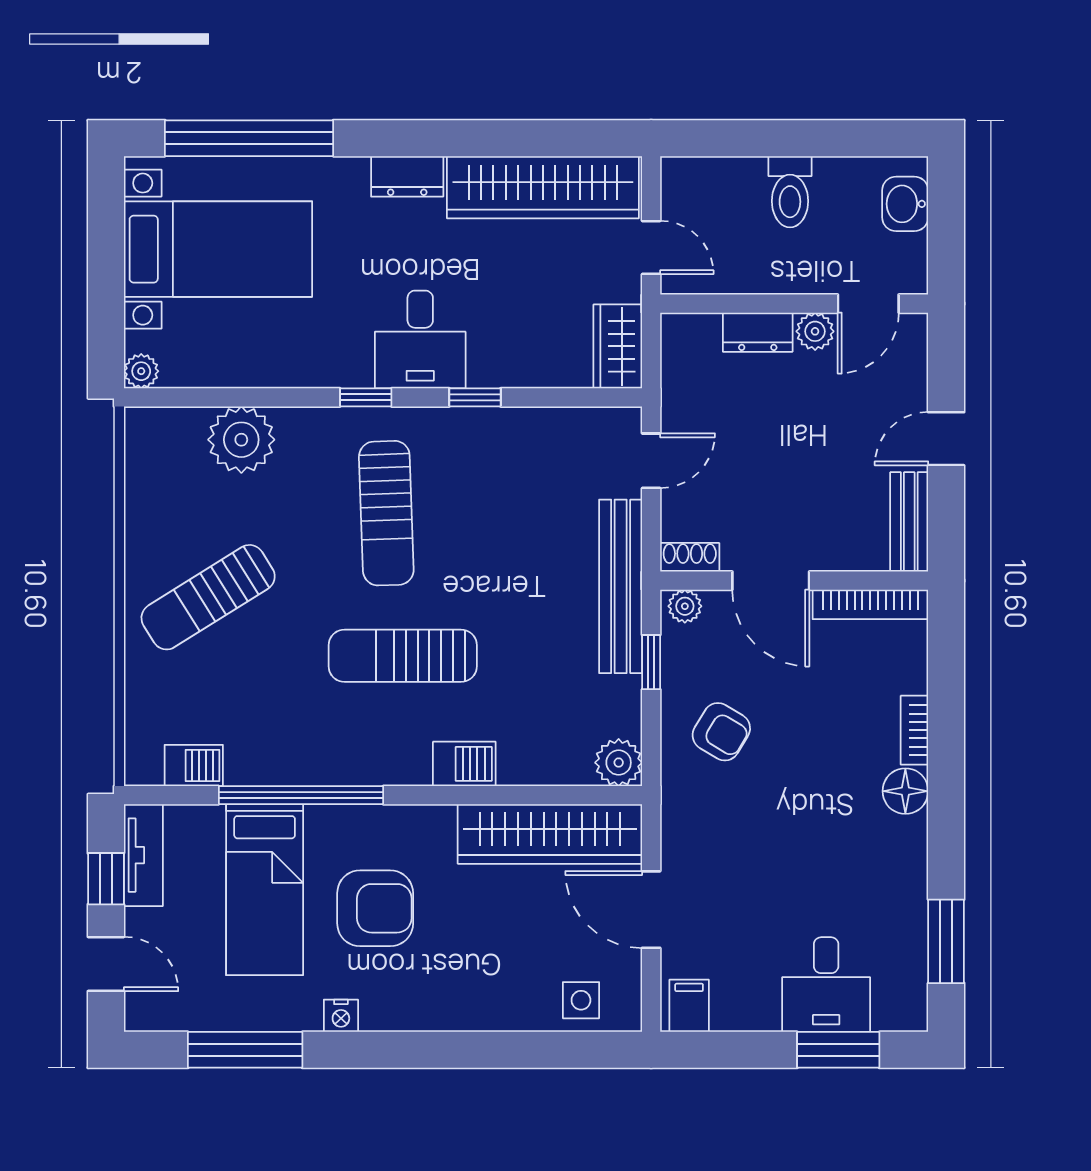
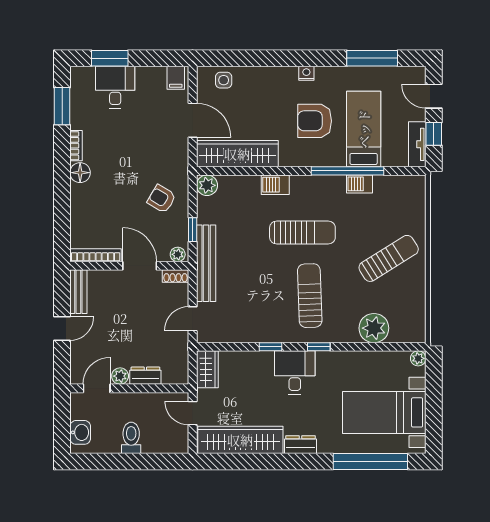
bookcase: (914, 730) -> (76, 146), moved
barbecue: (194, 766) -> (359, 184), moved
nightstand: (341, 1016) -> (306, 73), moved

